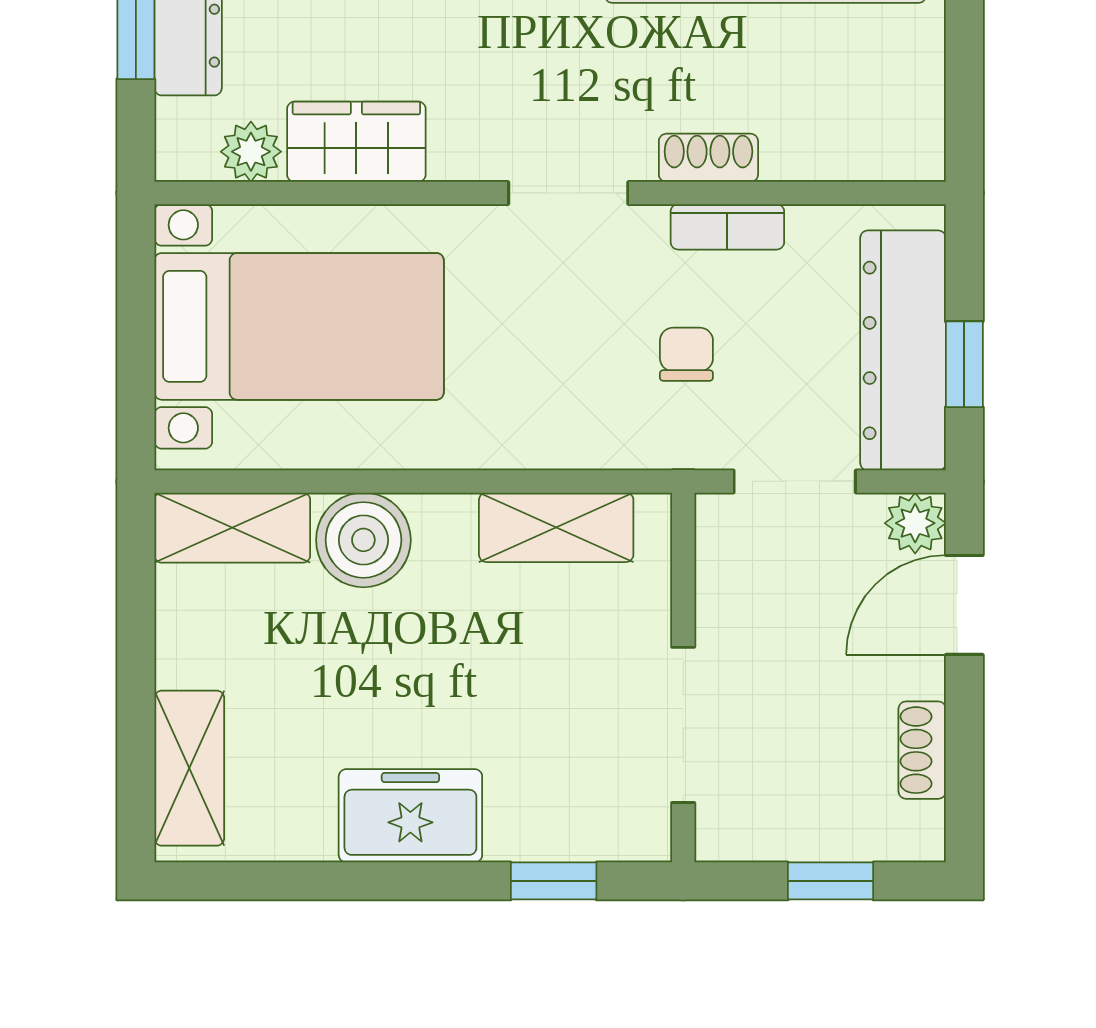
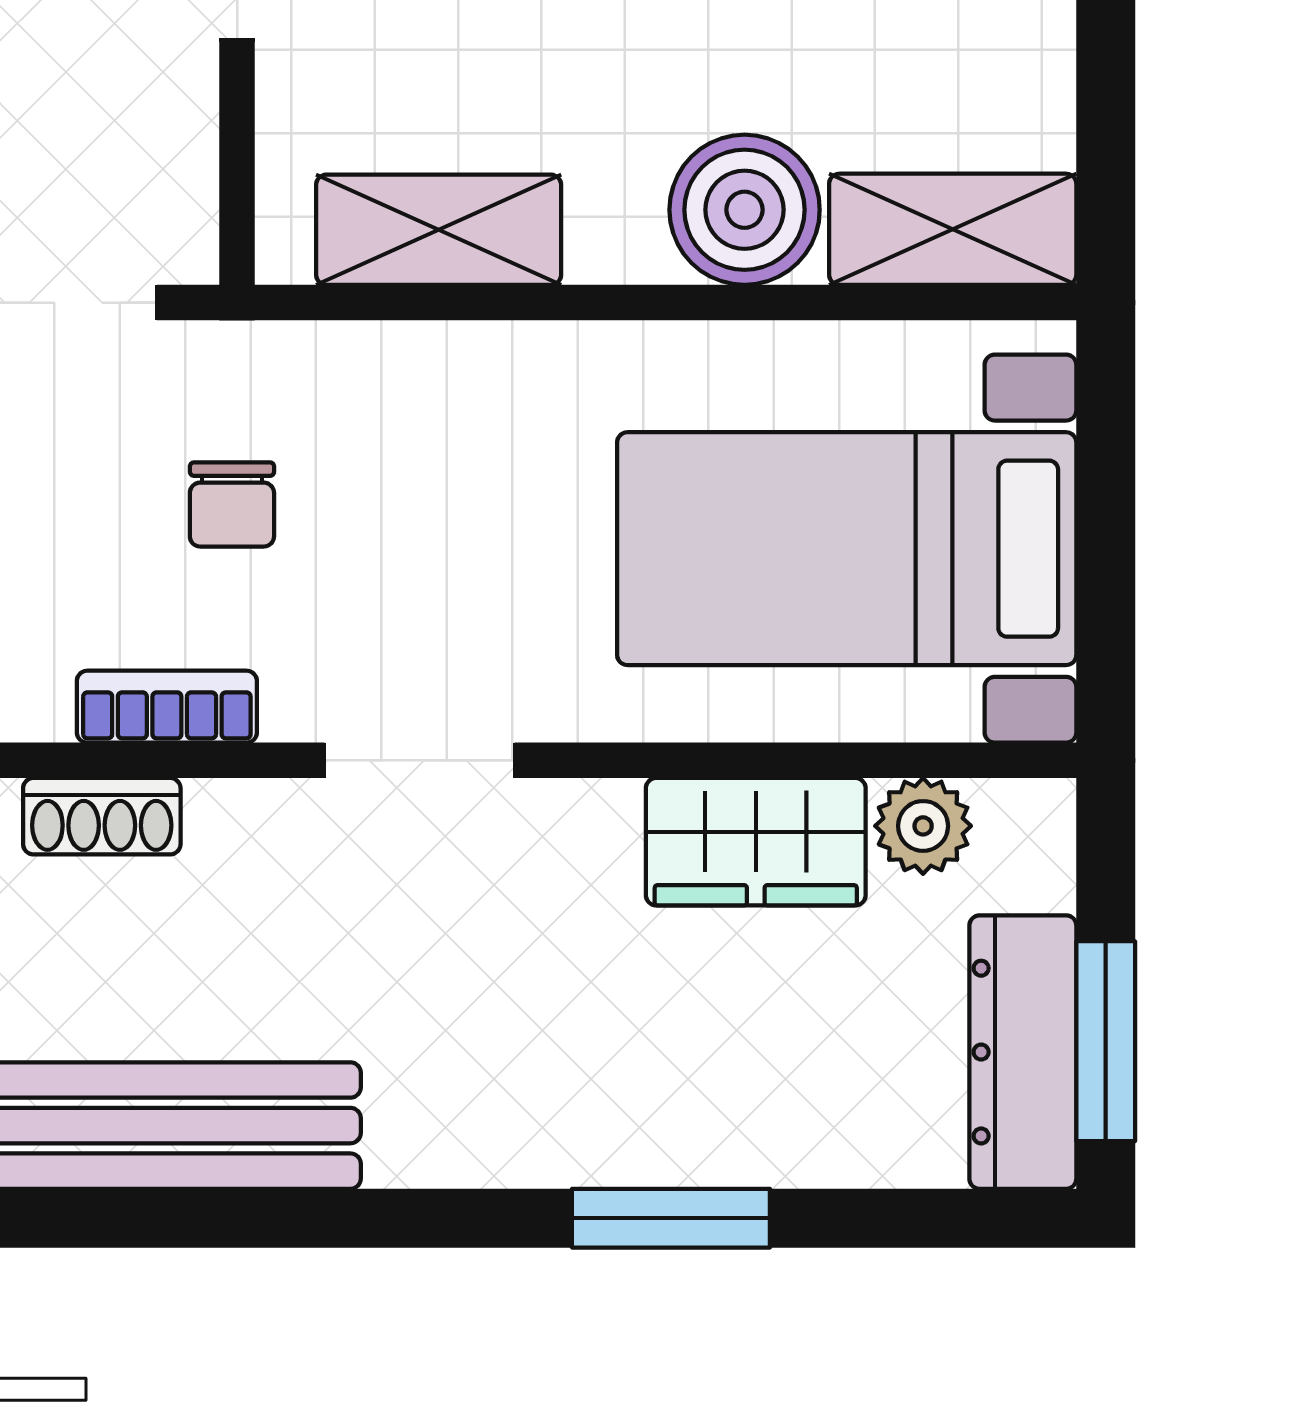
shoe rack: (708, 158) -> (102, 816), moved

